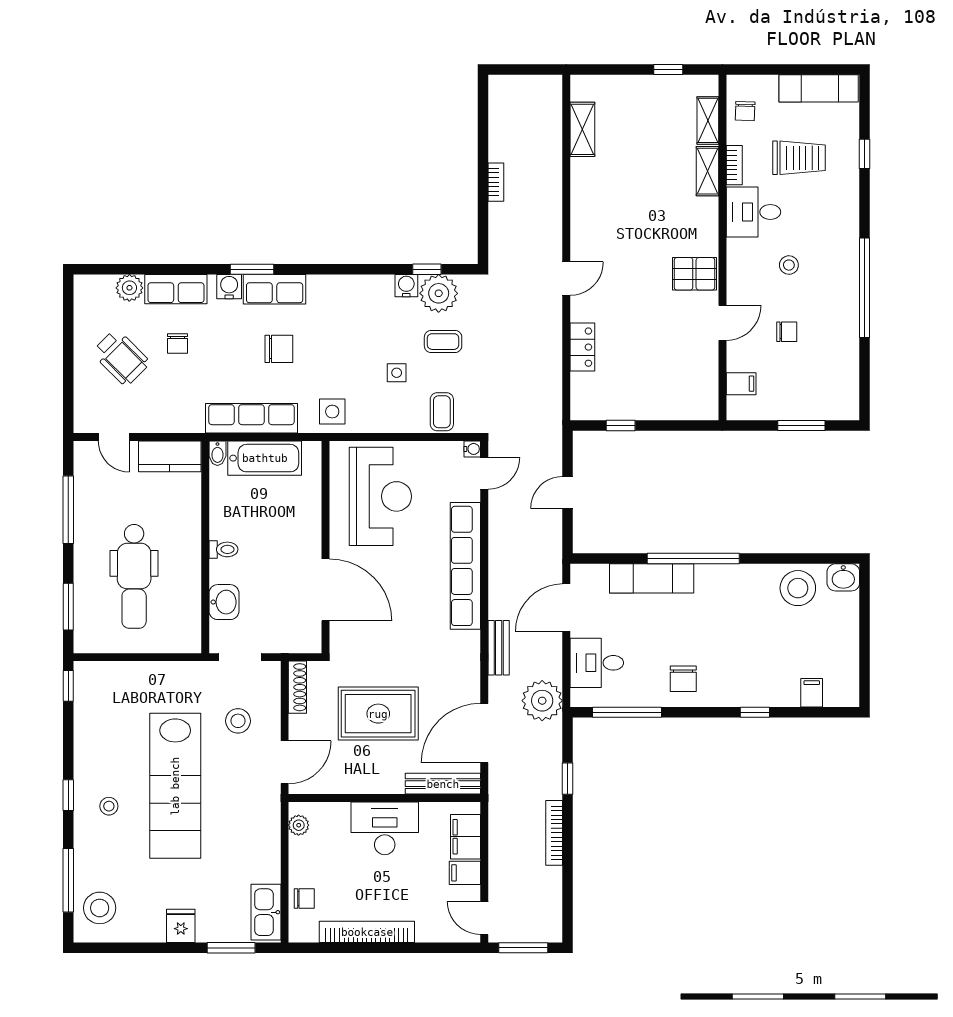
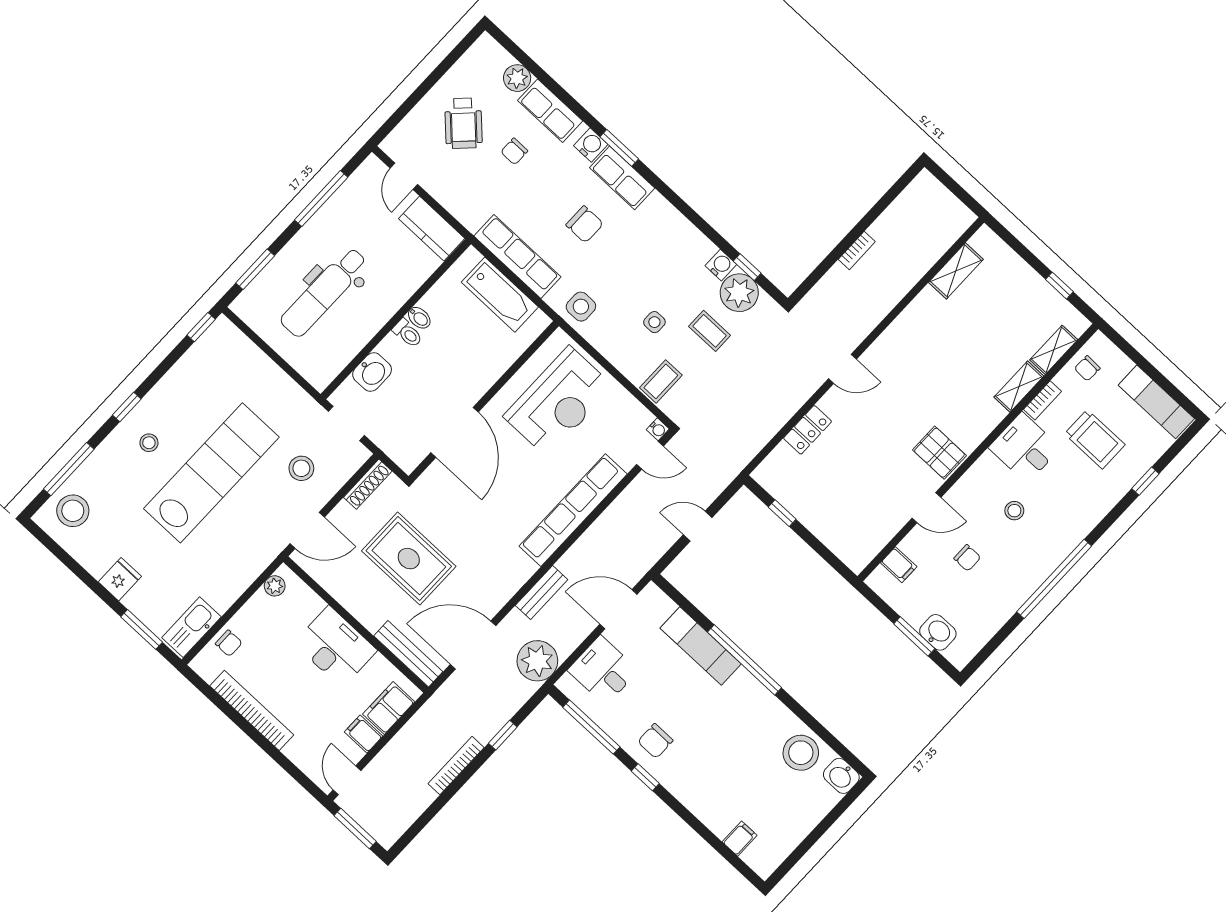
washbasin: (816, 406) -> (938, 632), added
bidet: (217, 453) -> (419, 318), moved, turned -90
window: (755, 712) -> (645, 777), moved
lab bench: (175, 786) -> (211, 473), turned 180

